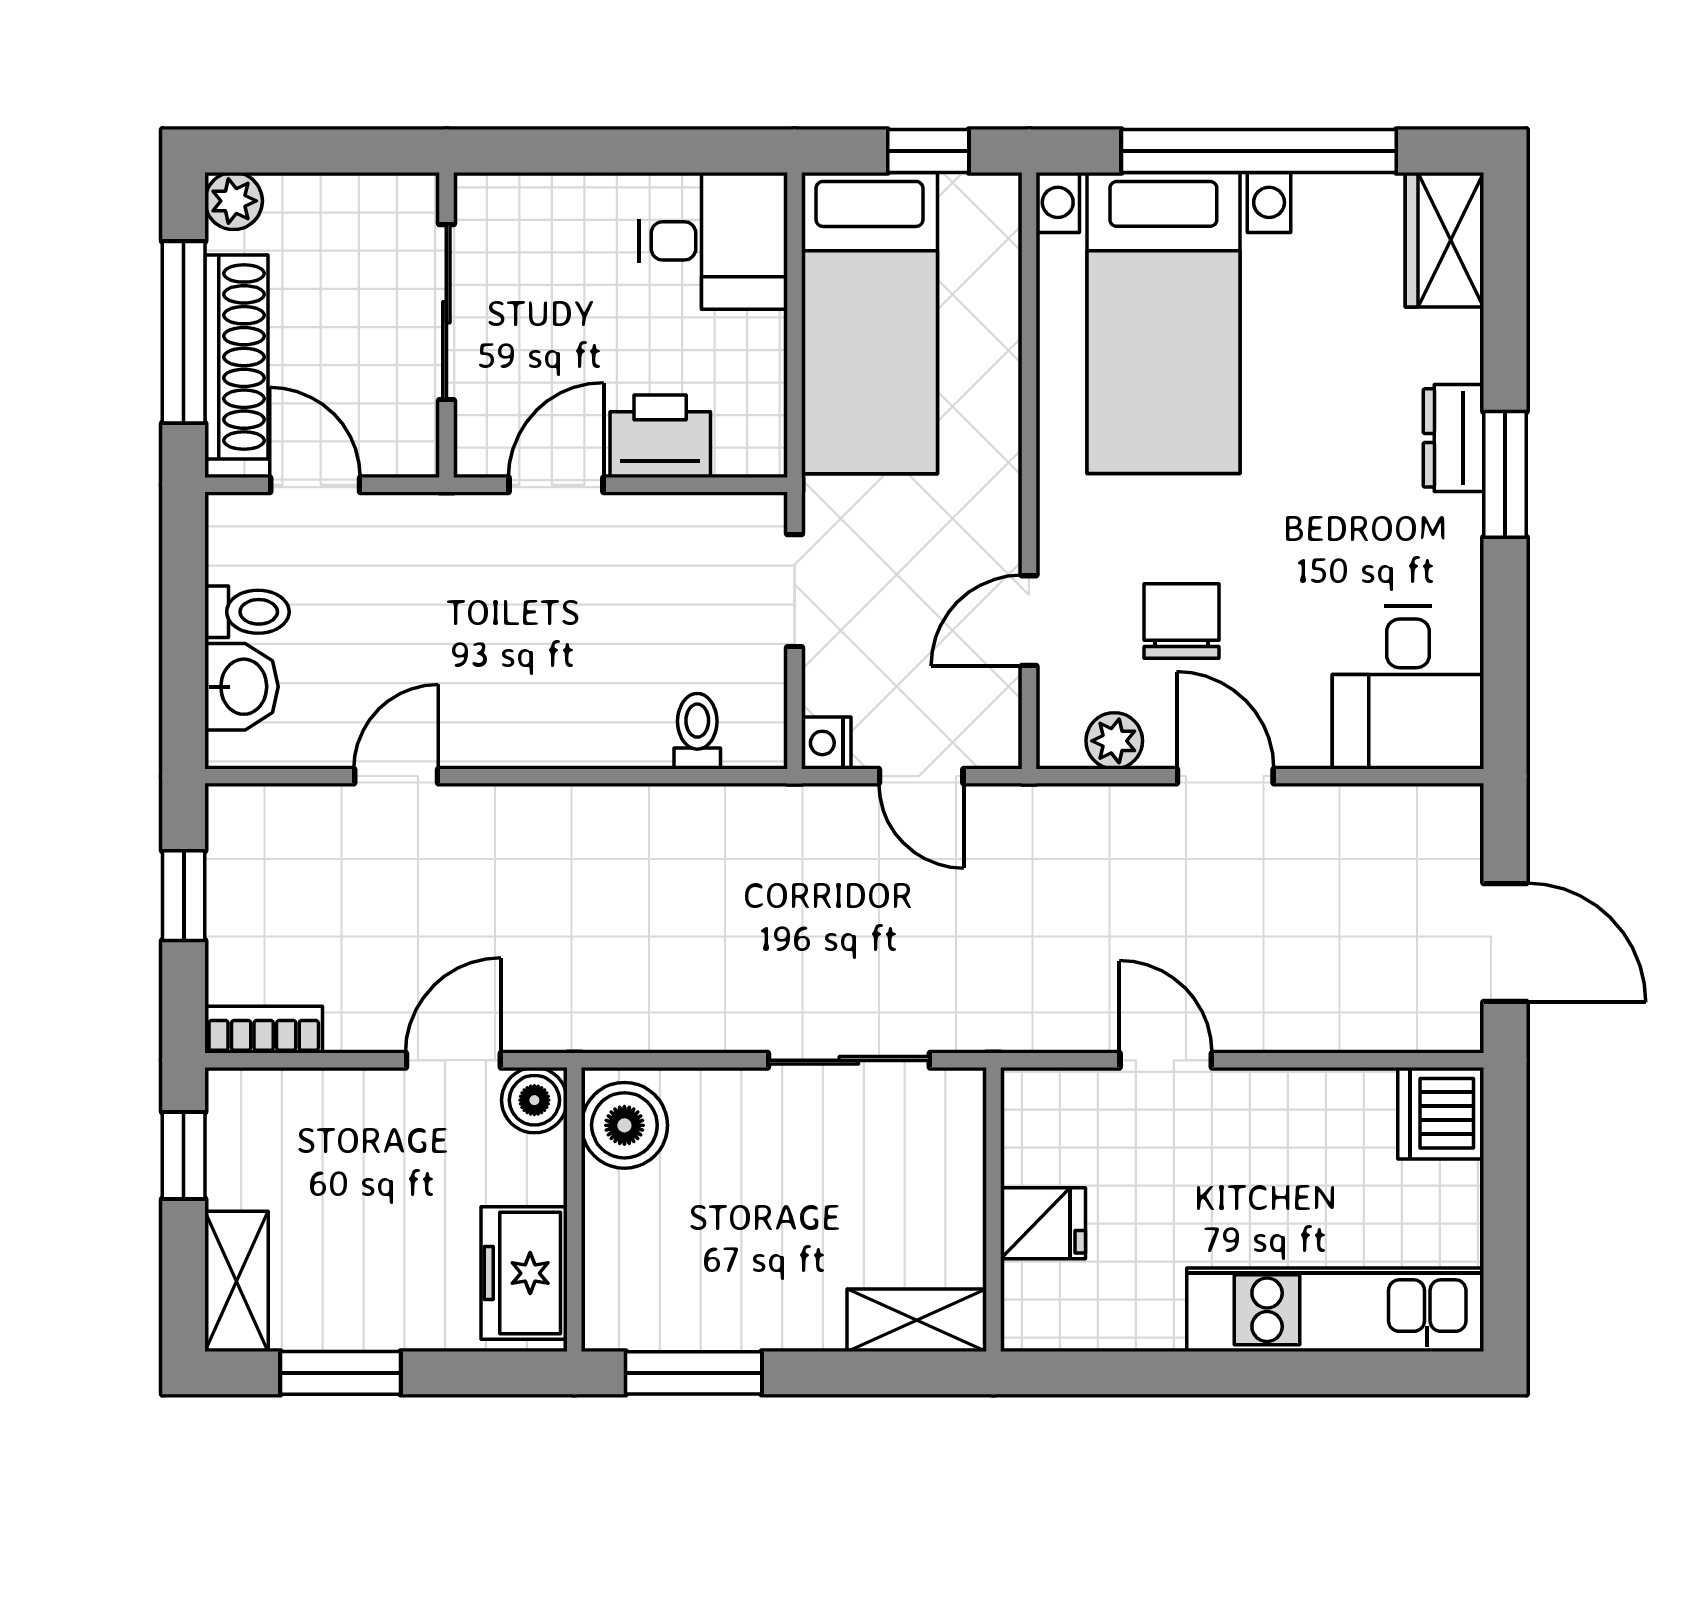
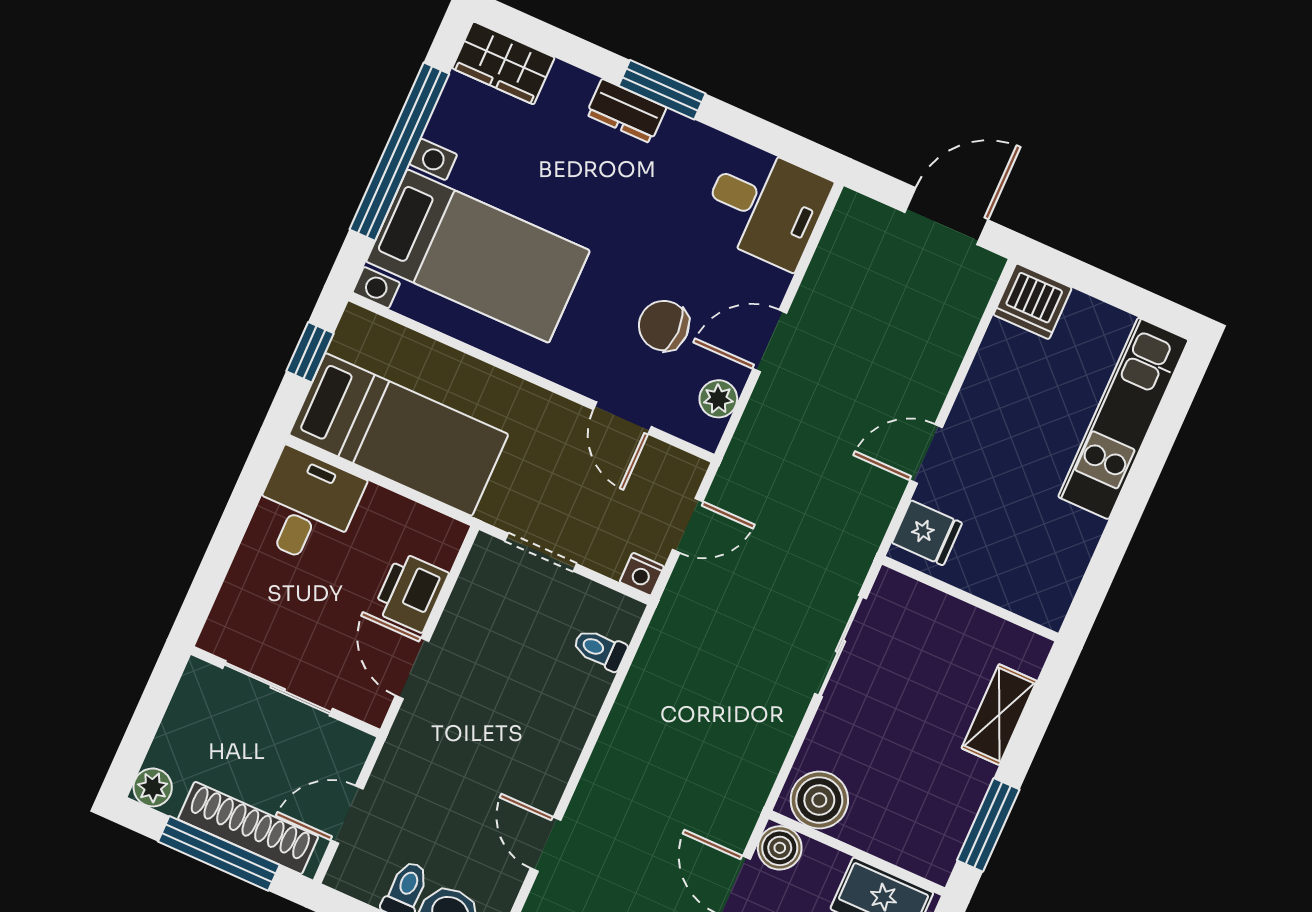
fridge: (1043, 1223) -> (927, 533), moved, turned 90
shelving: (917, 1320) -> (999, 715), moved

